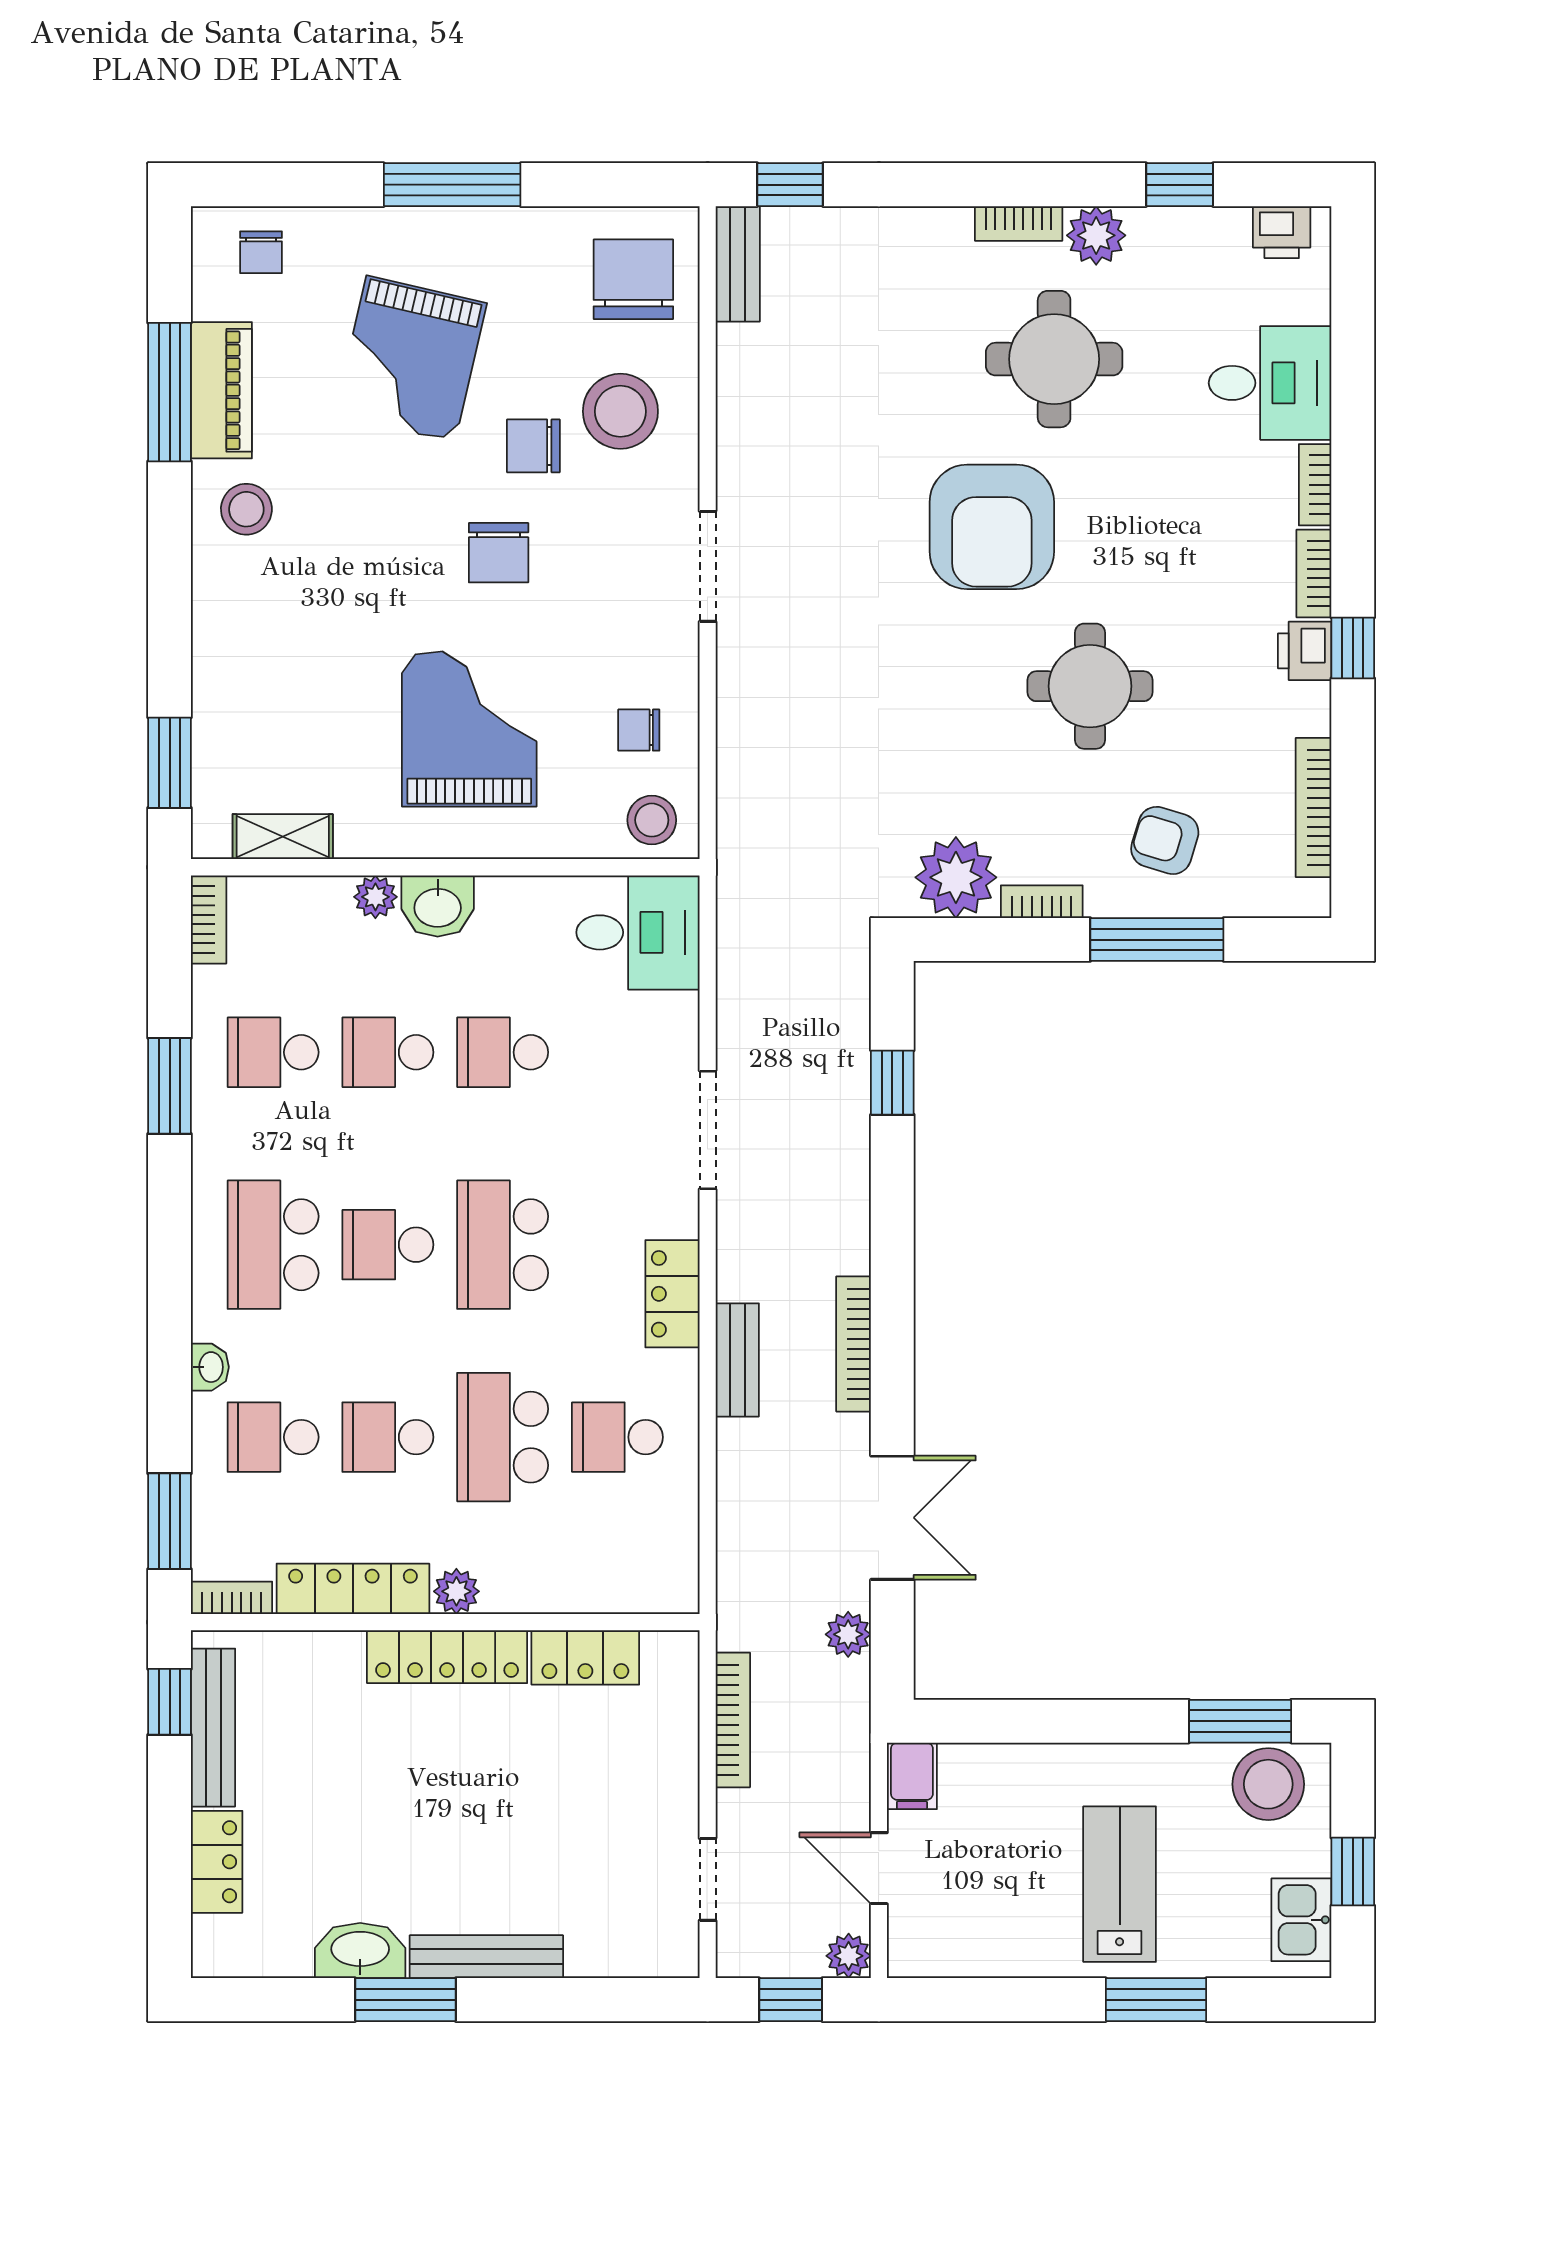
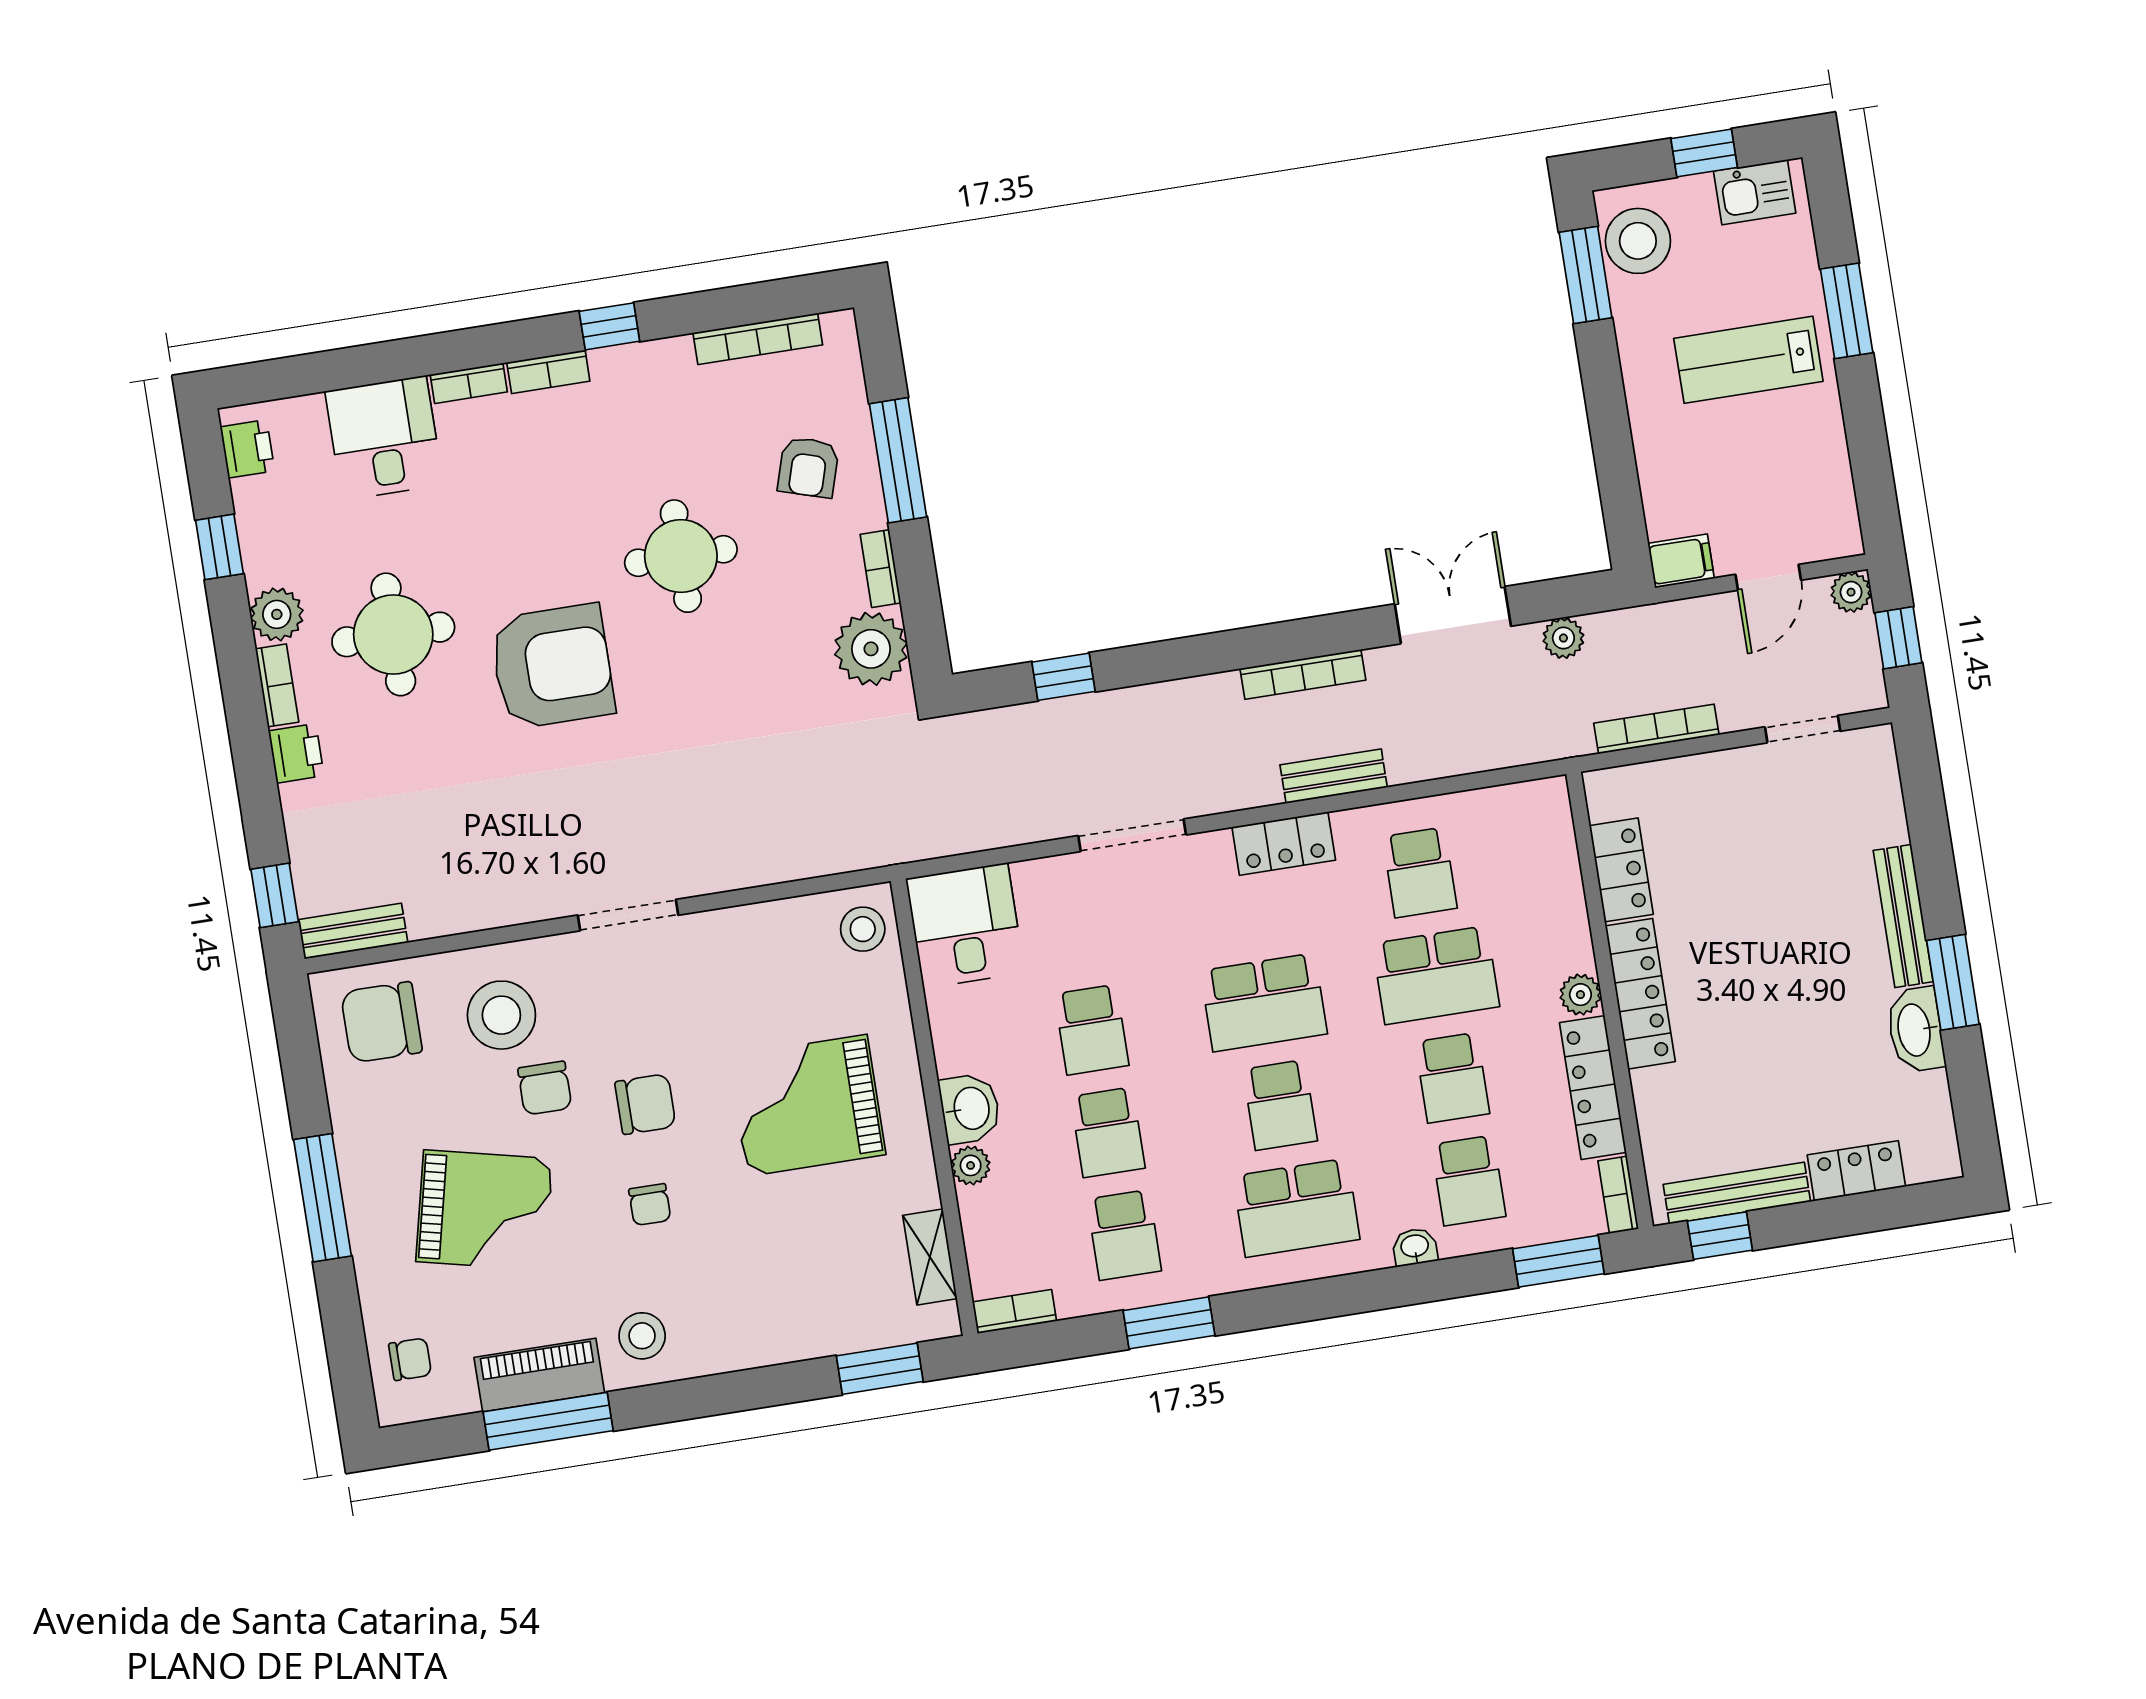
printer: (1305, 651) -> (296, 753), moved, turned -90
chair: (639, 730) -> (650, 1205), moved

